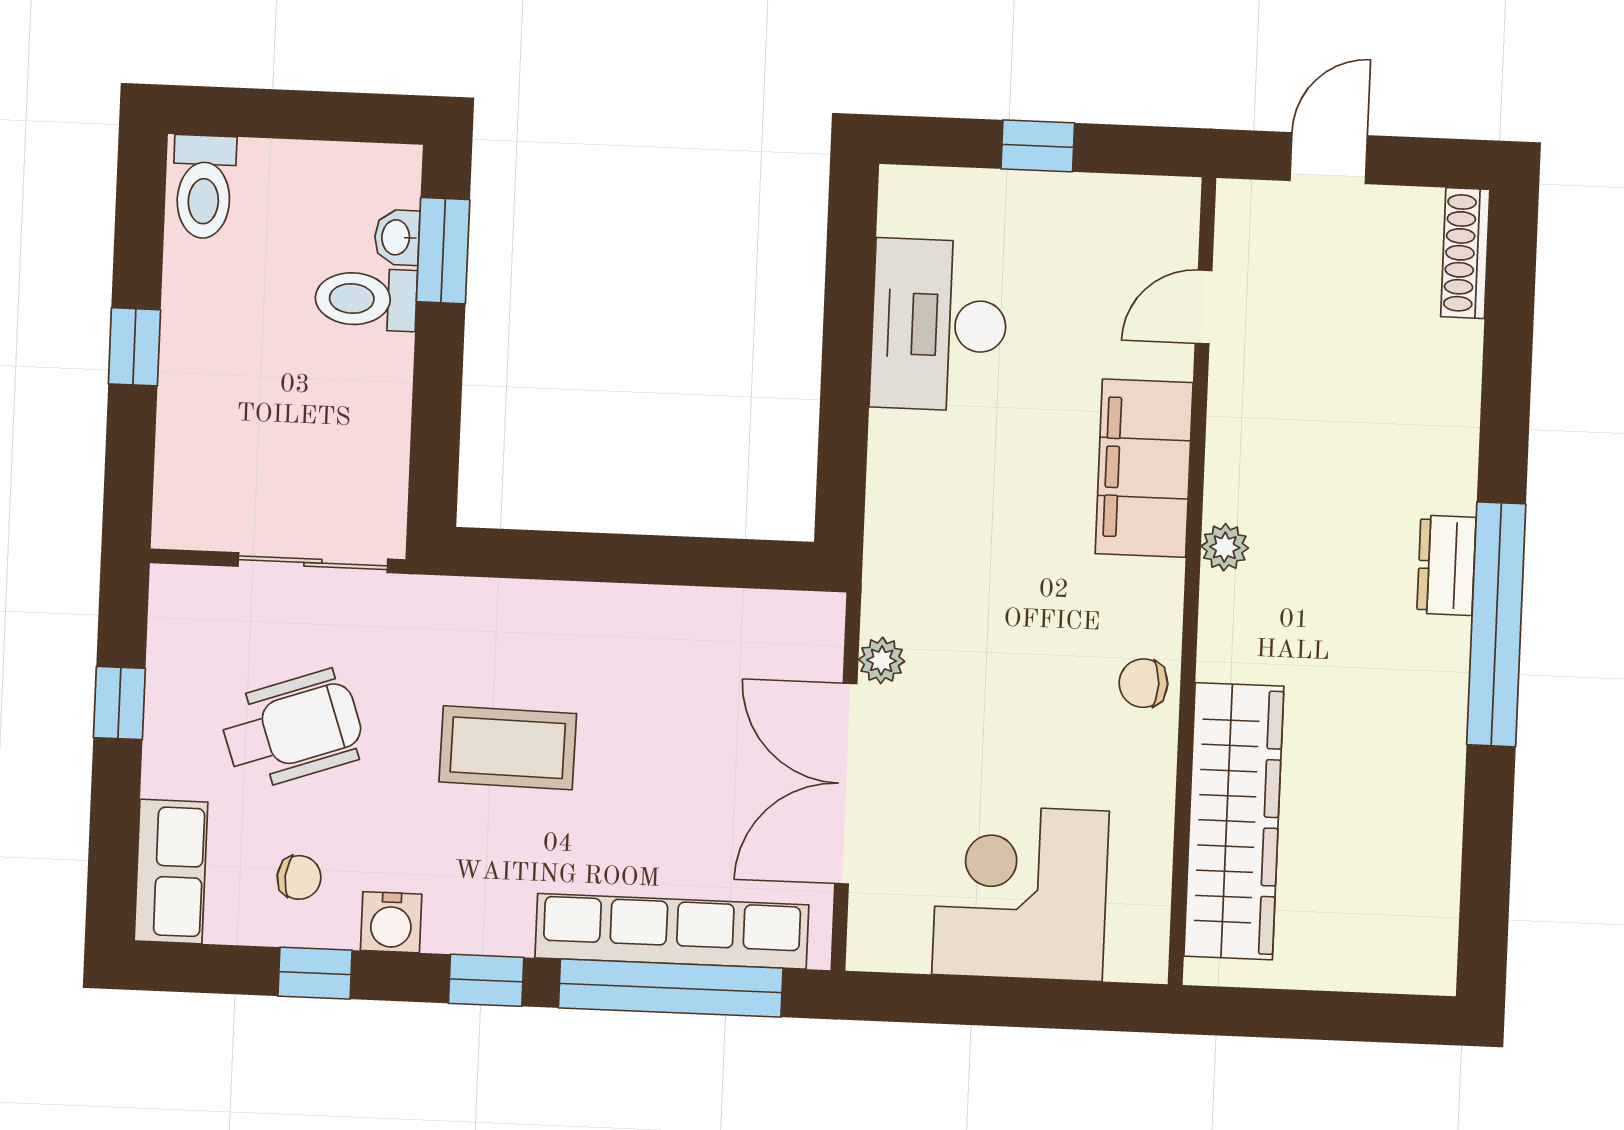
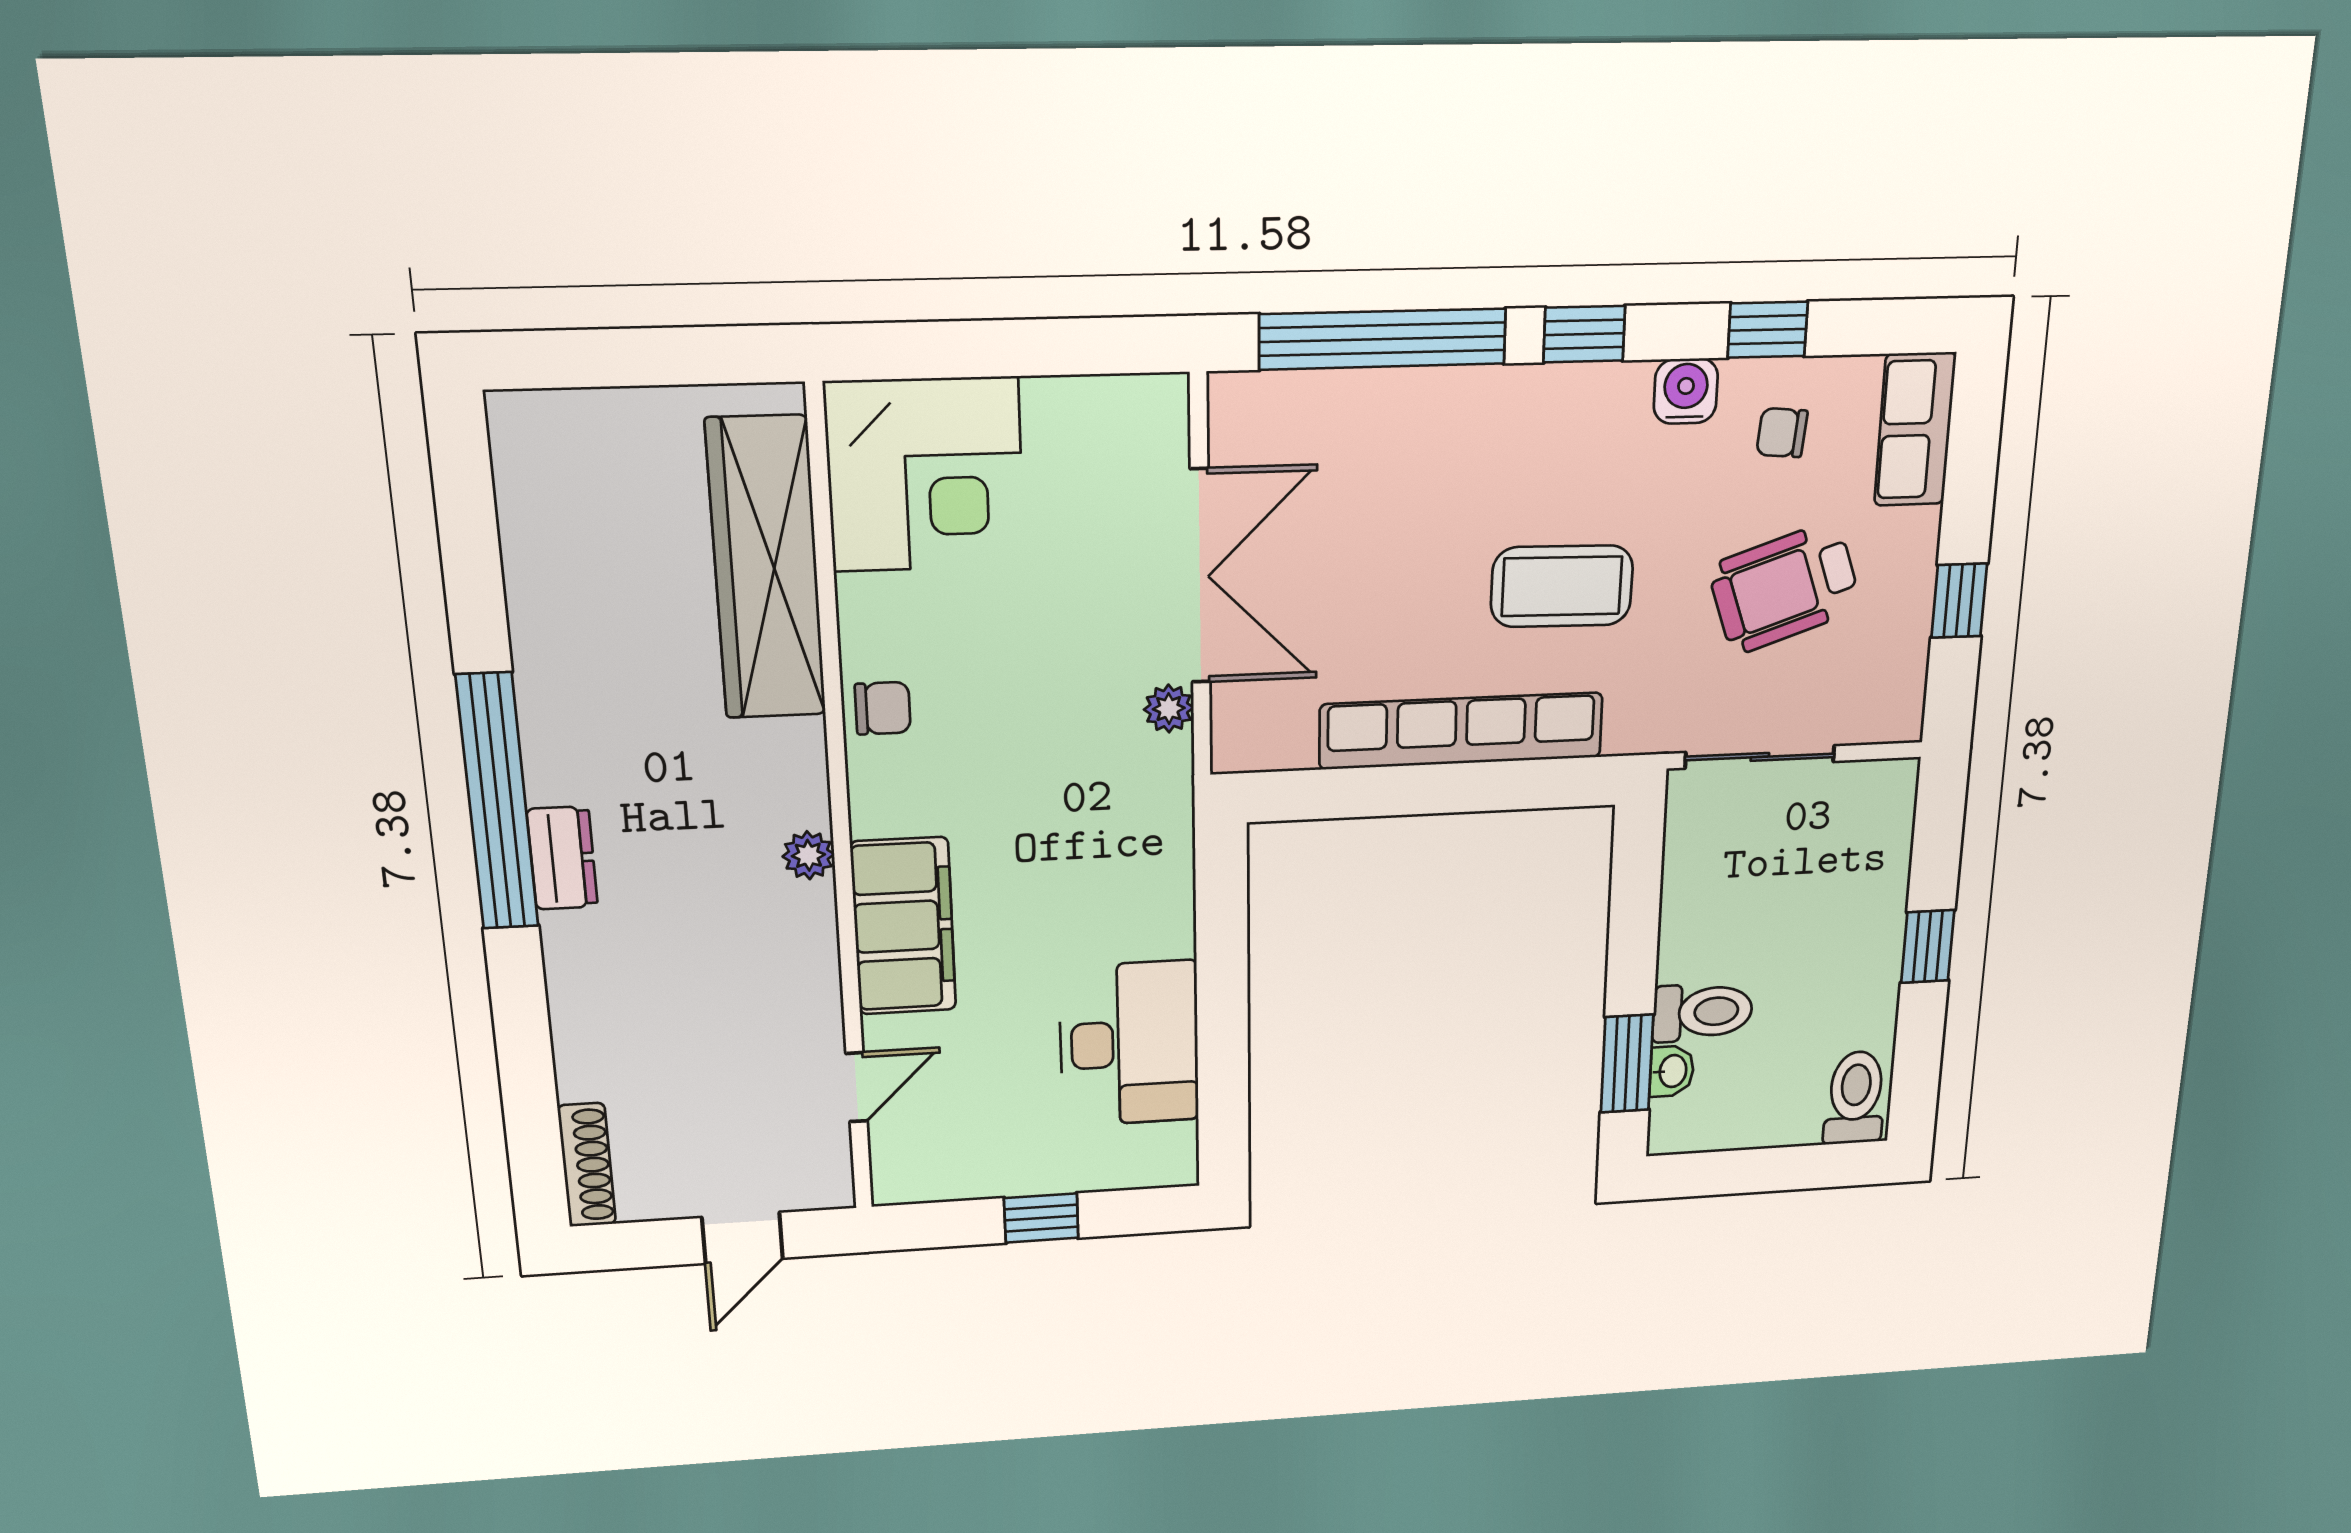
corner desk: (1021, 893) -> (925, 475), moved
row of seats: (672, 931) -> (1461, 731), moved, turned 180

